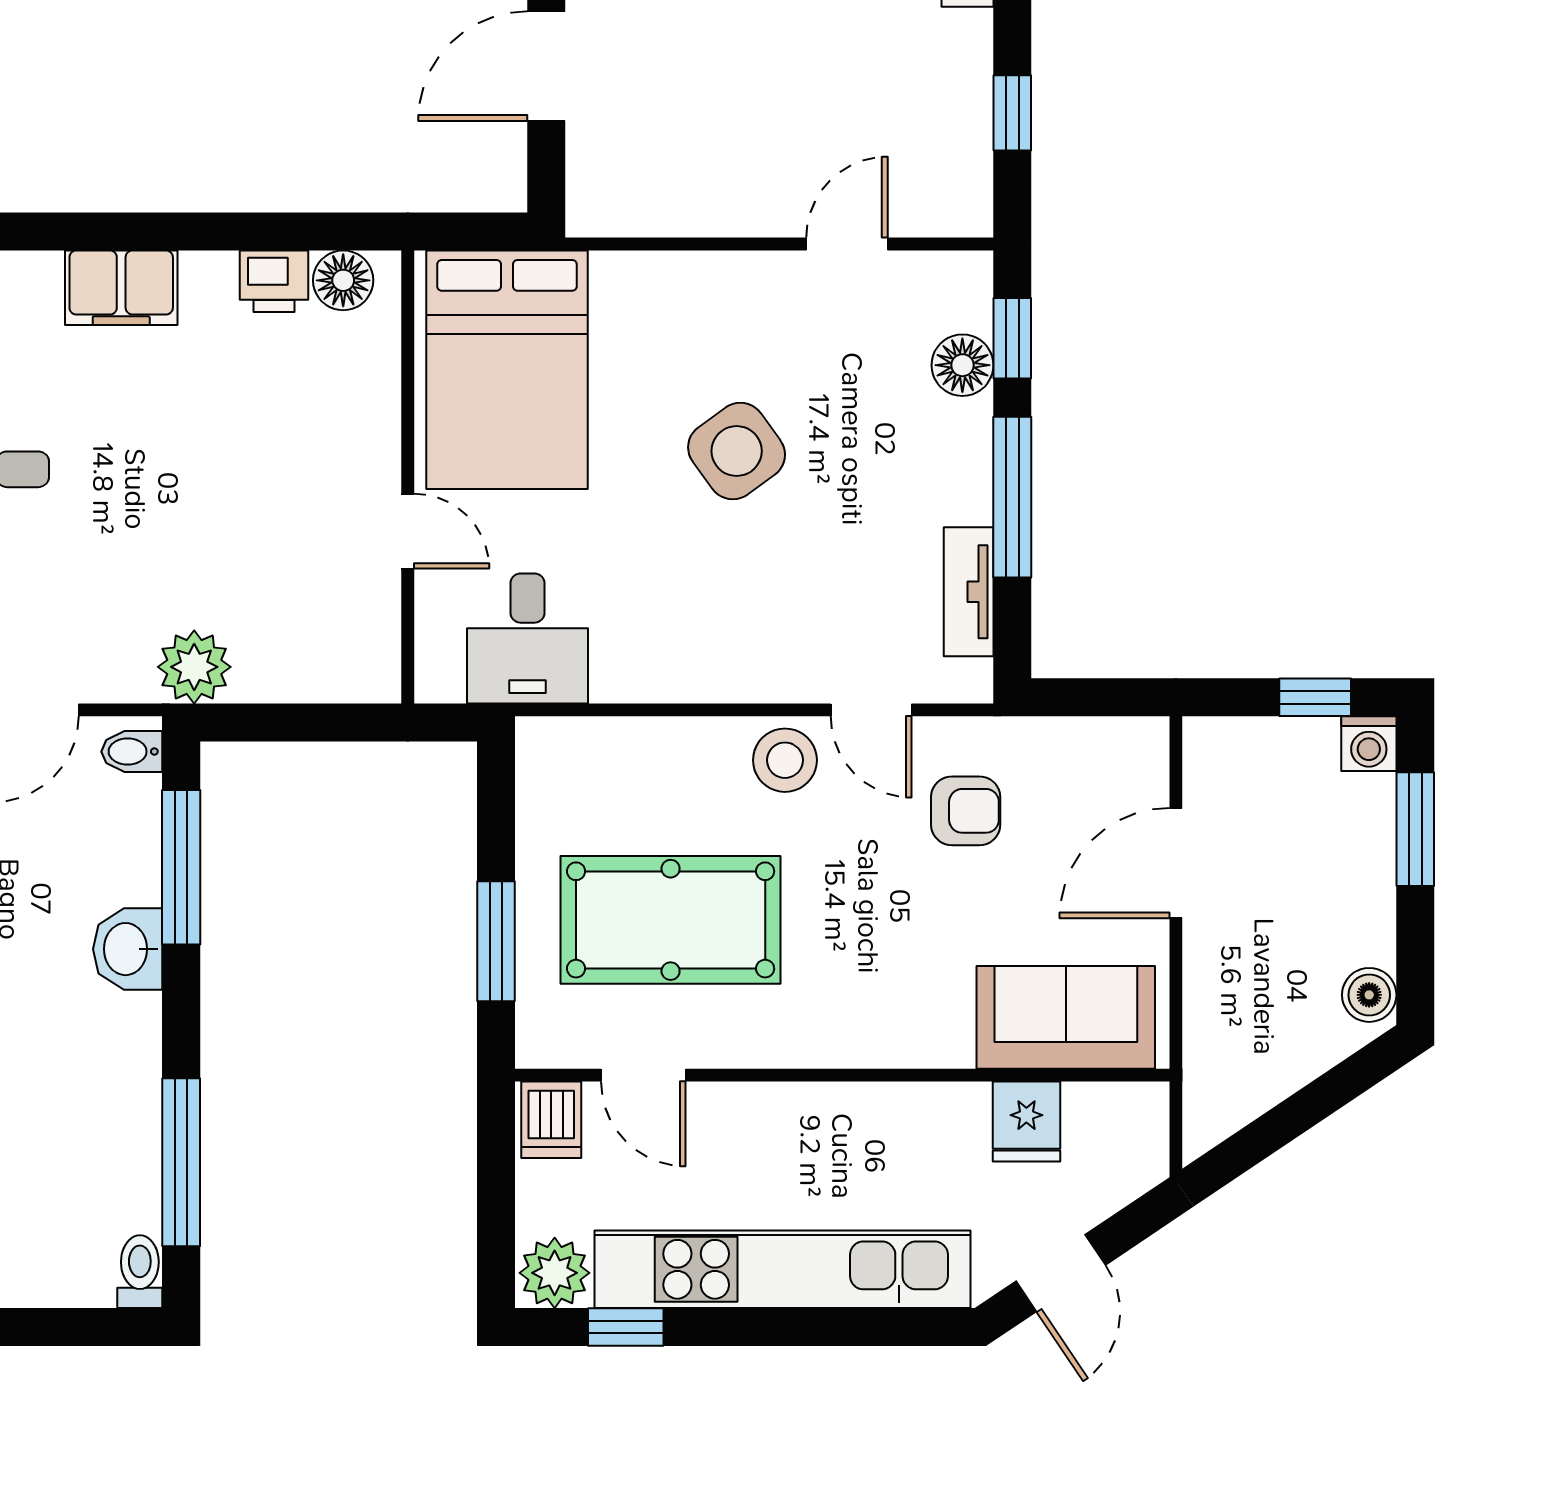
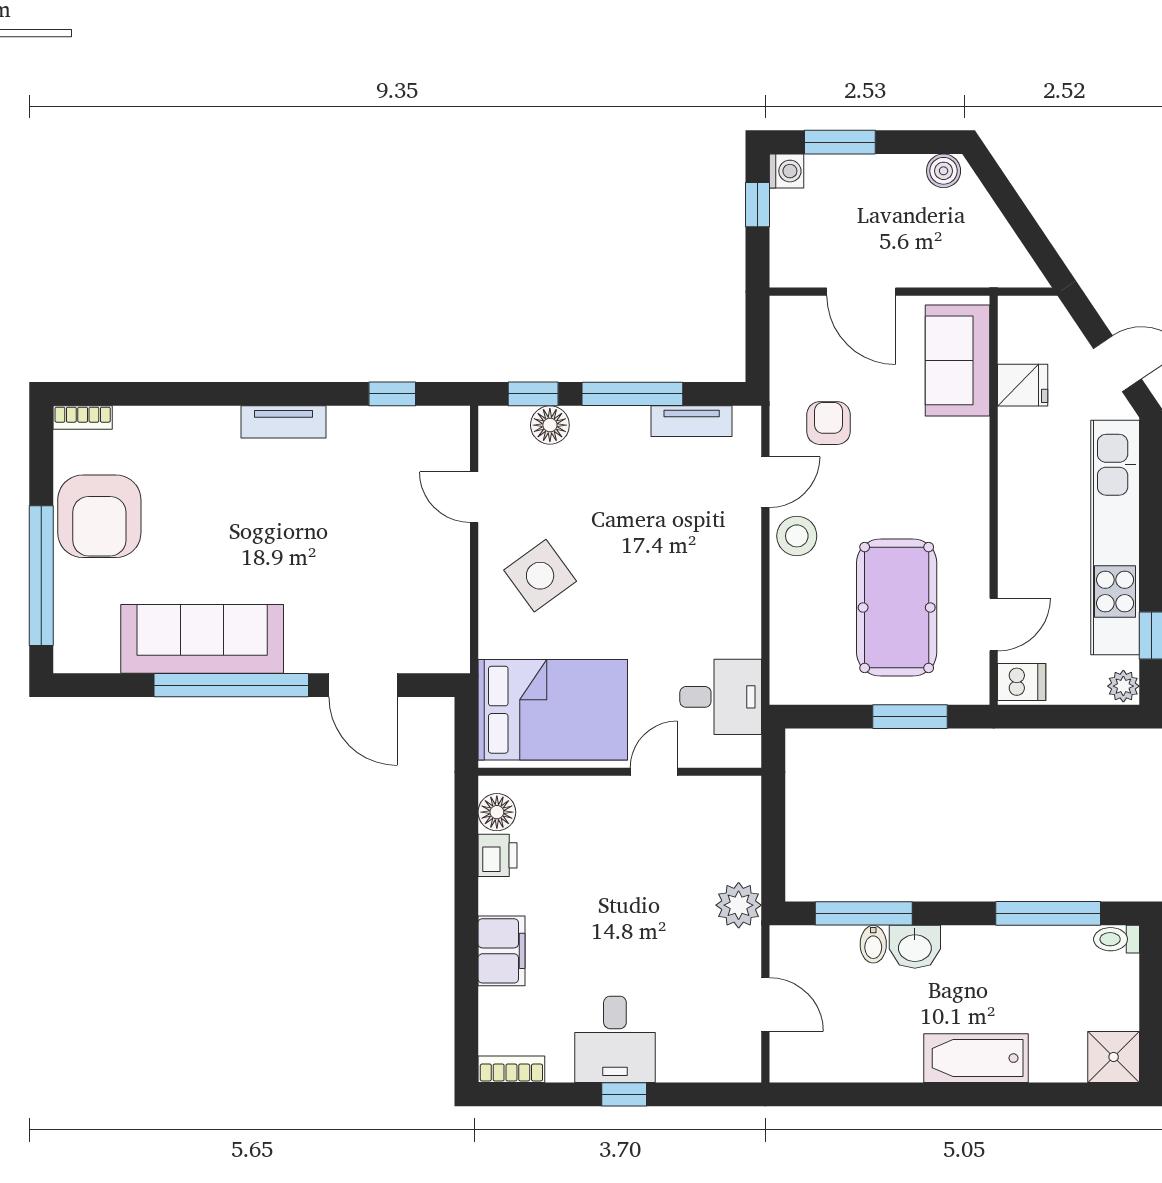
side table: (737, 451) -> (540, 576), moved
bidet: (132, 752) -> (873, 944), moved
plant: (555, 1273) -> (1123, 686), width x0.73, depth x0.73

